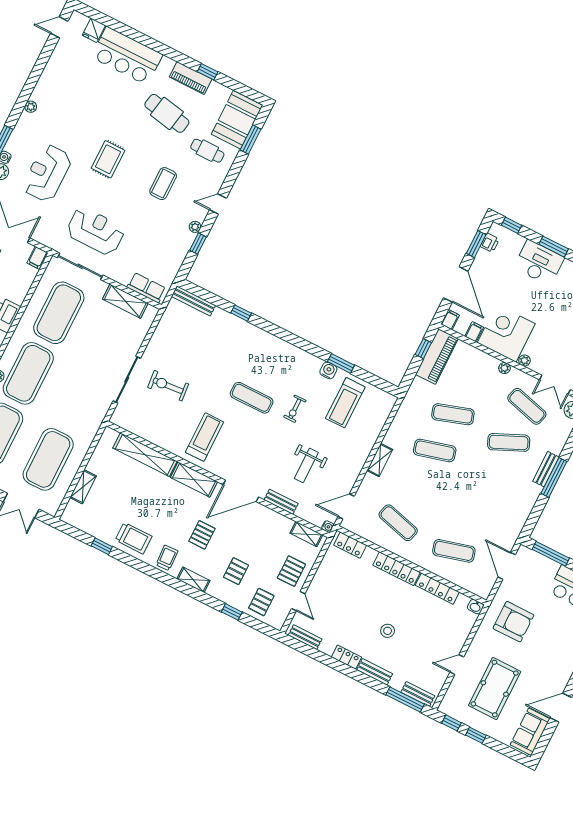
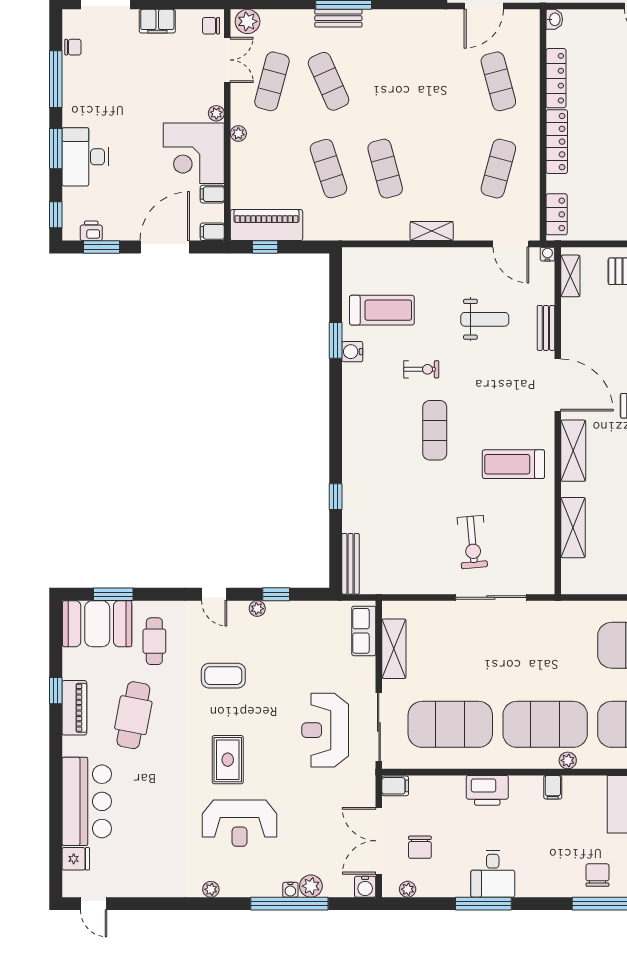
rug: (108, 159) -> (228, 760), turned 90
reception desk: (47, 173) -> (240, 823), moved
shelving: (145, 455) -> (573, 528), width x0.68

